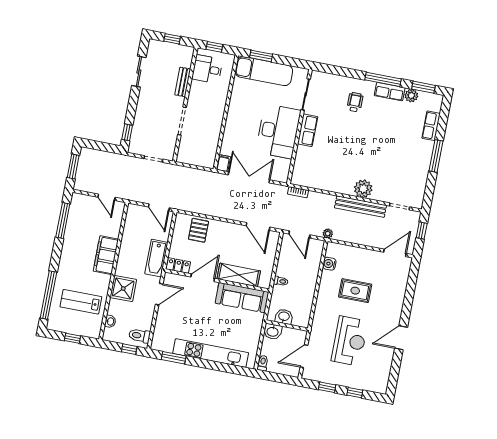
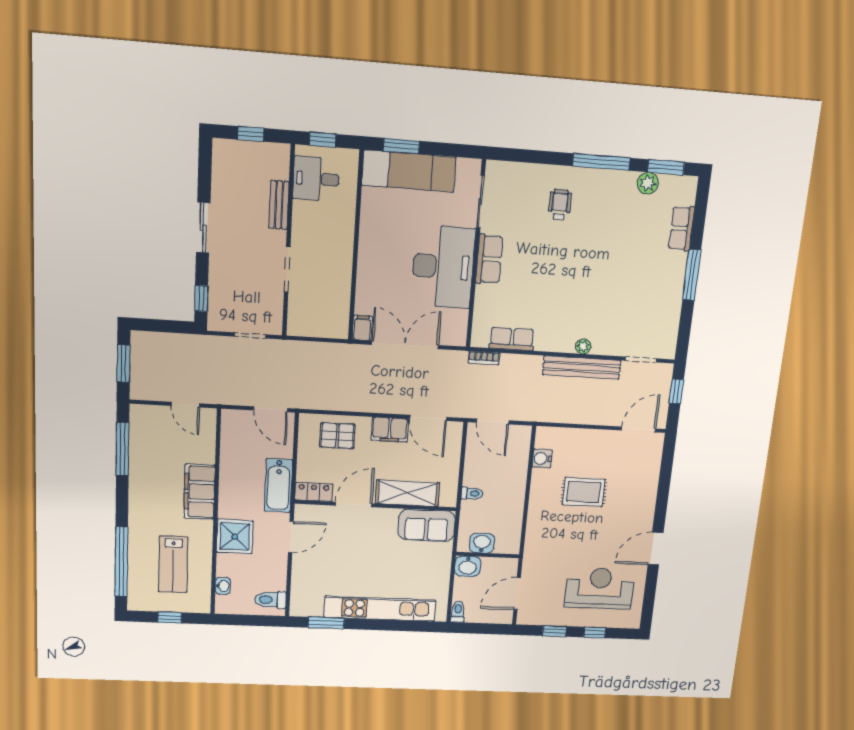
sliding door: (139, 72) -> (203, 228), moved
row of seats: (390, 92) -> (512, 339), moved, turned 180
plant: (363, 189) -> (583, 346), width x0.53, depth x0.53
pallet: (199, 230) -> (337, 436), turned 90
filing cabinet: (232, 231) -> (390, 430), added
plant: (328, 234) -> (536, 414), removed
sofa: (242, 298) -> (427, 525), width x0.73
lab bench: (81, 302) -> (173, 564), turned -90
reception desk: (350, 341) -> (600, 588), moved, turned -90
window: (129, 349) -> (258, 621), removed

